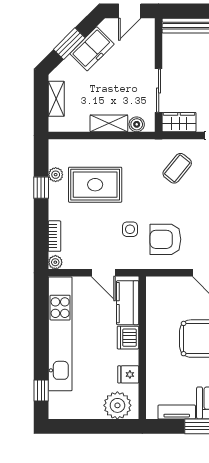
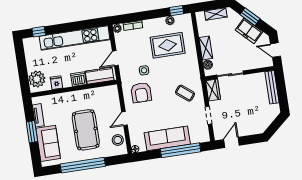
rug: (95, 185) -> (168, 45), turned 90
window: (41, 188) -> (176, 11), moved
armchair: (165, 239) -> (141, 93), turned 180

